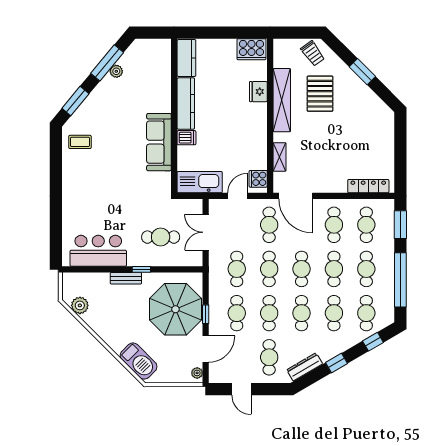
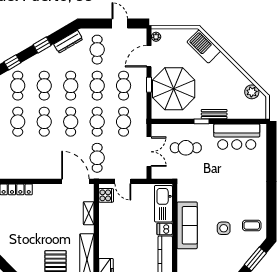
side table: (114, 139) -> (224, 228), added
kitchen sink: (200, 182) -> (163, 204), moved, turned 90
door: (238, 196) -> (123, 181), hinge flipped
cafe table: (334, 225) -> (44, 158), removed
cafe table: (366, 225) -> (18, 158), removed

